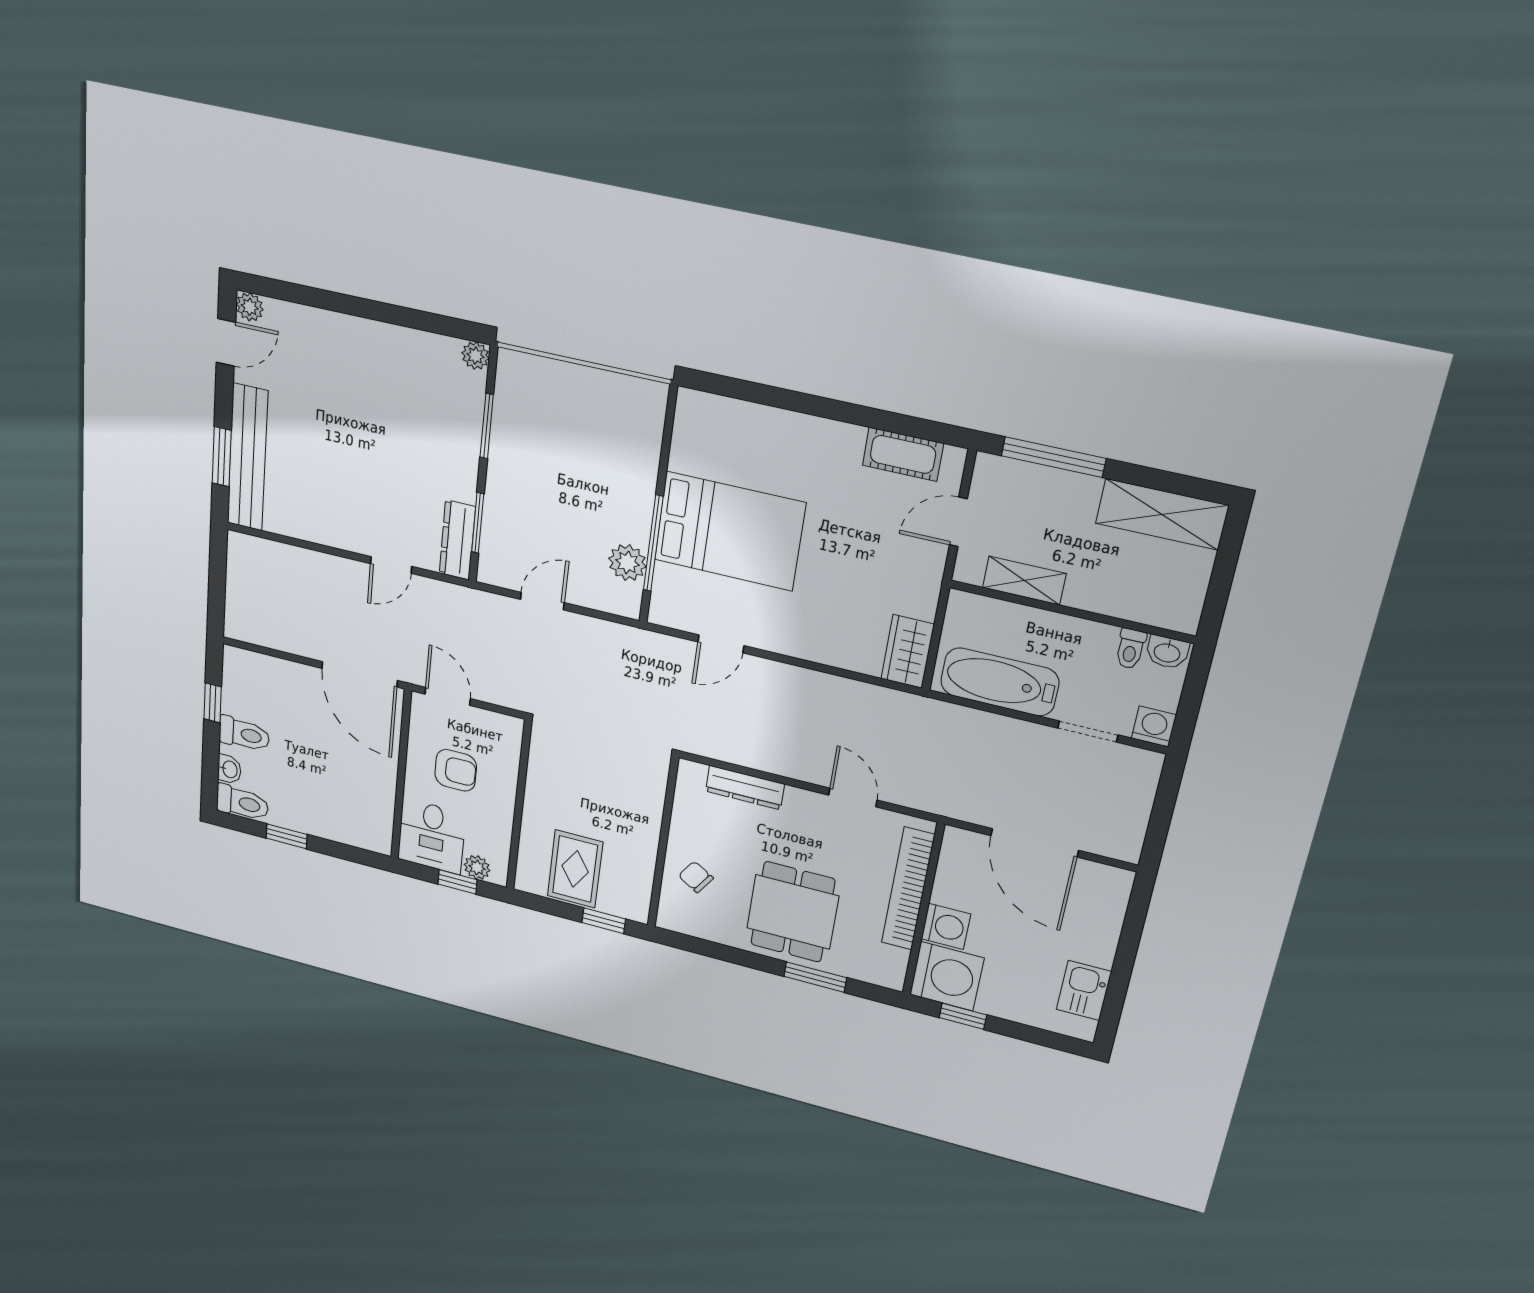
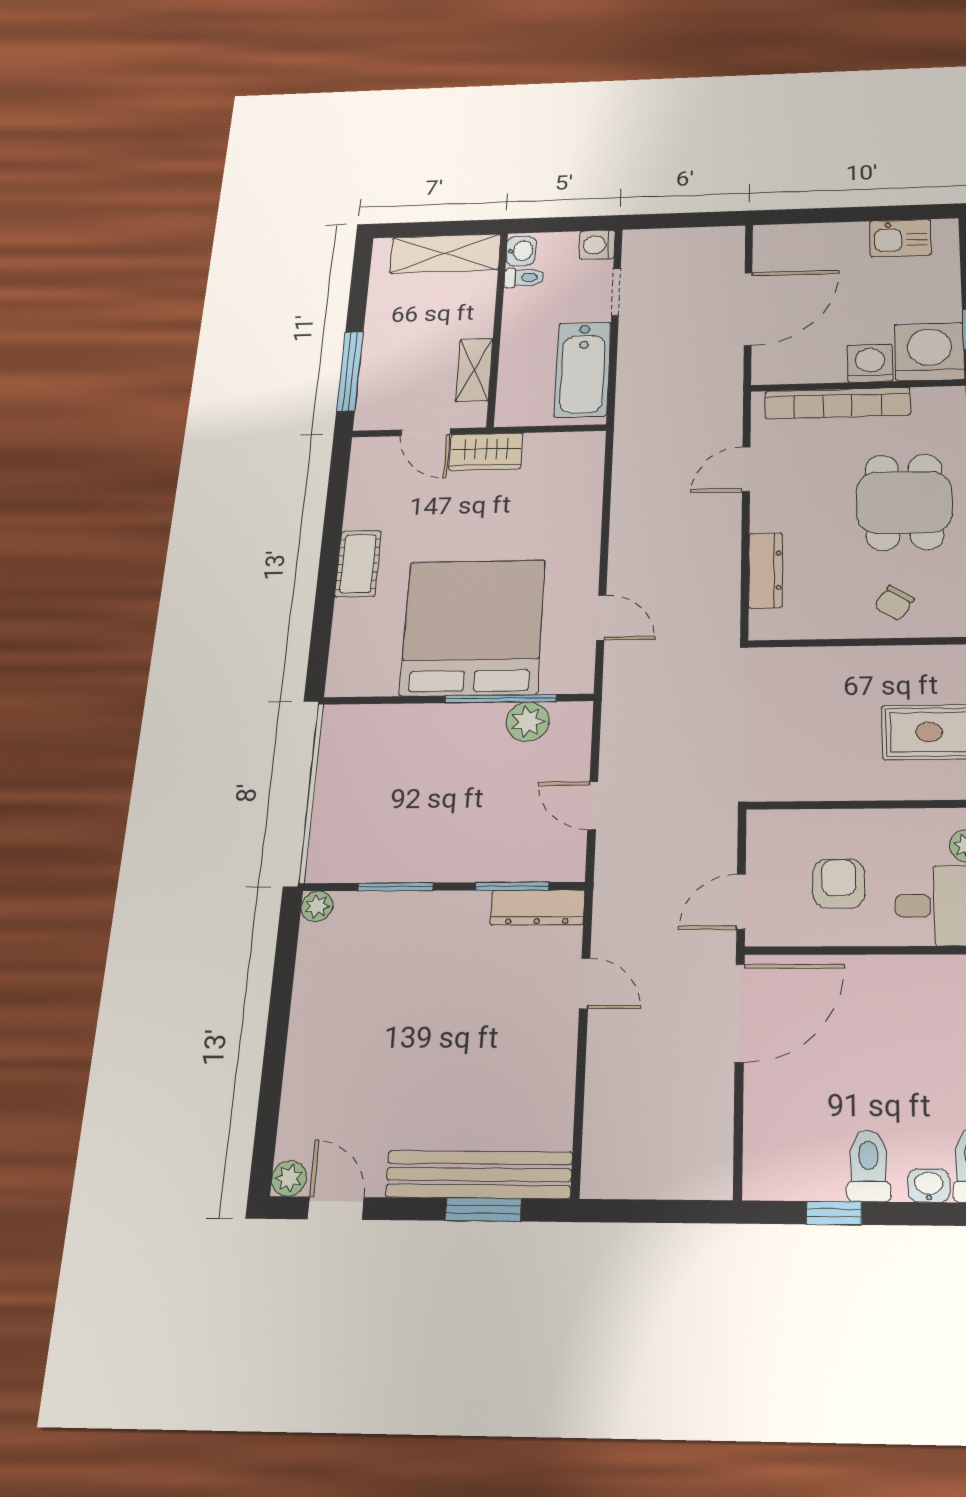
cot: (903, 454) -> (358, 564), moved
shelving: (1162, 514) -> (445, 254), moved, turned 90
bed: (729, 531) -> (473, 627), width x1.36
wardrobe: (908, 651) -> (486, 452), moved
dining table: (793, 912) -> (904, 502), turned 90

